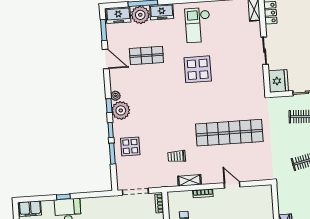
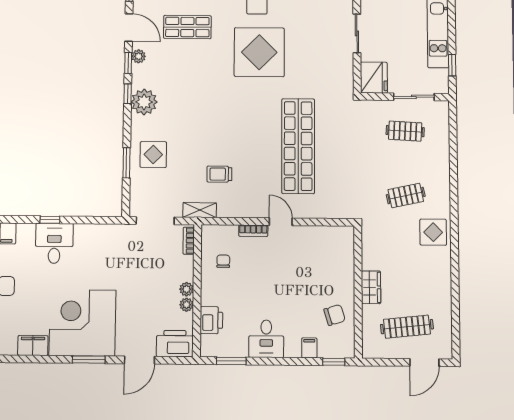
display table: (198, 69) -> (259, 52), width x1.36, depth x1.36
plant: (115, 96) -> (139, 56), moved
window: (111, 130) -> (128, 63), moved
shop shelf: (229, 133) -> (298, 146), turned 90
shelving: (189, 180) -> (200, 210), moved
door: (232, 185) -> (281, 222), moved

